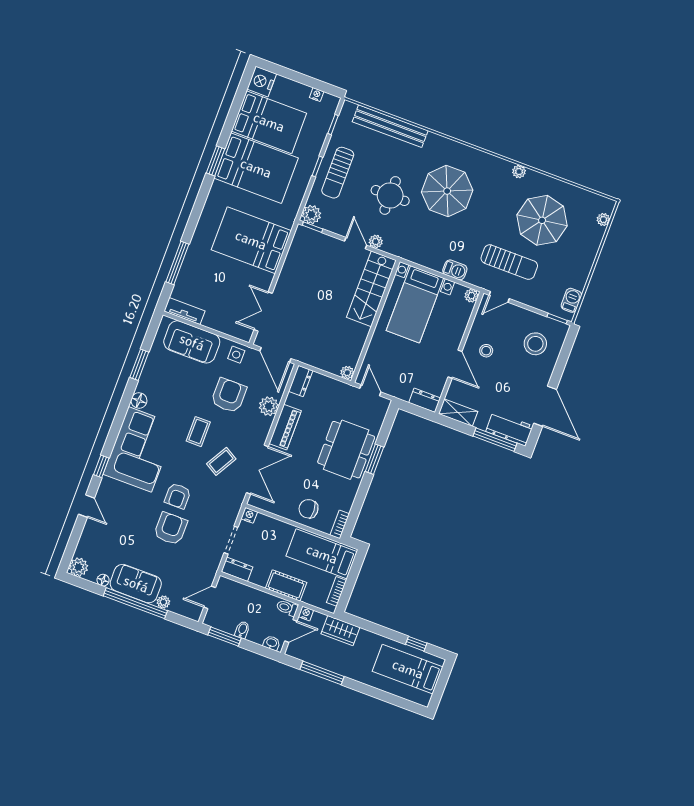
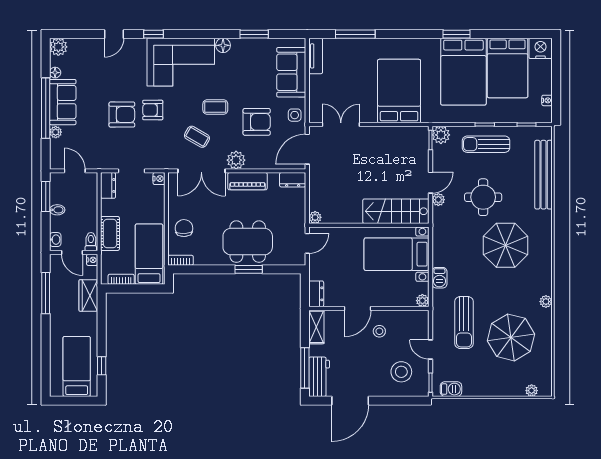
door: (499, 297) -> (430, 349), moved
plant: (269, 406) -> (236, 160), moved

